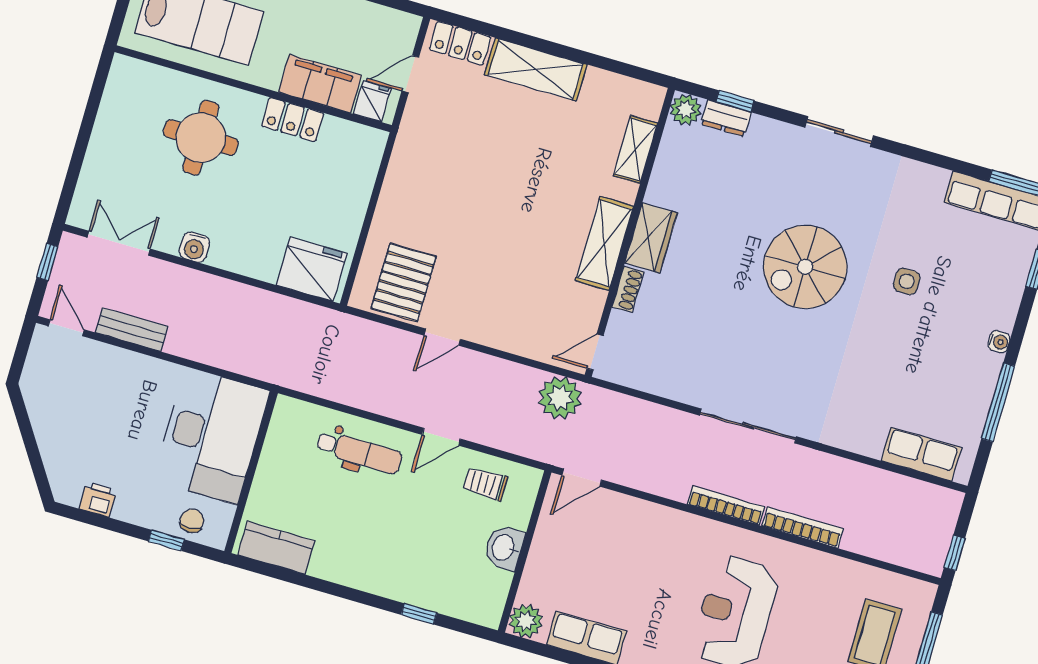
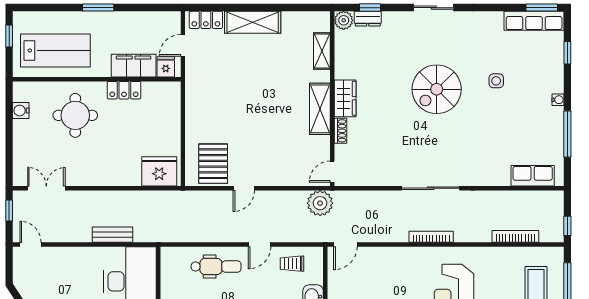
water cooler: (195, 247) -> (21, 111), moved, turned 90
bench: (132, 329) -> (113, 235), moved
bookcase: (803, 527) -> (515, 236), moved

